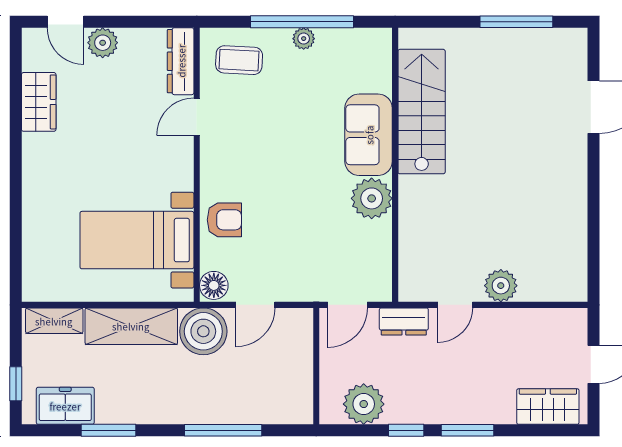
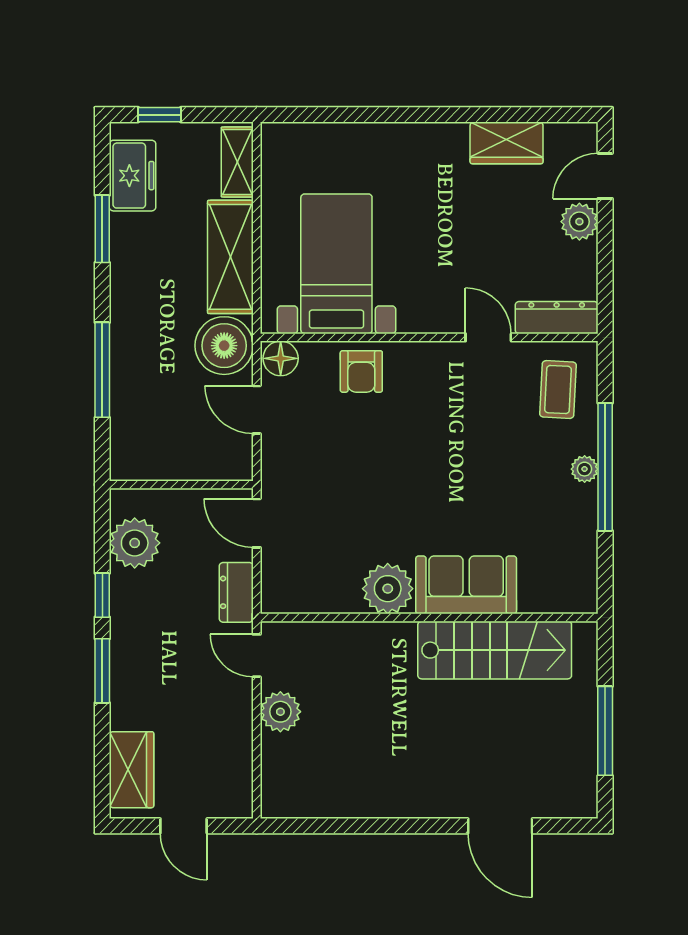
stairs: (422, 112) -> (495, 650), moved
sofa: (369, 135) -> (466, 585), moved
wall: (395, 165) -> (429, 618), moved
plant: (372, 198) -> (388, 589), moved

